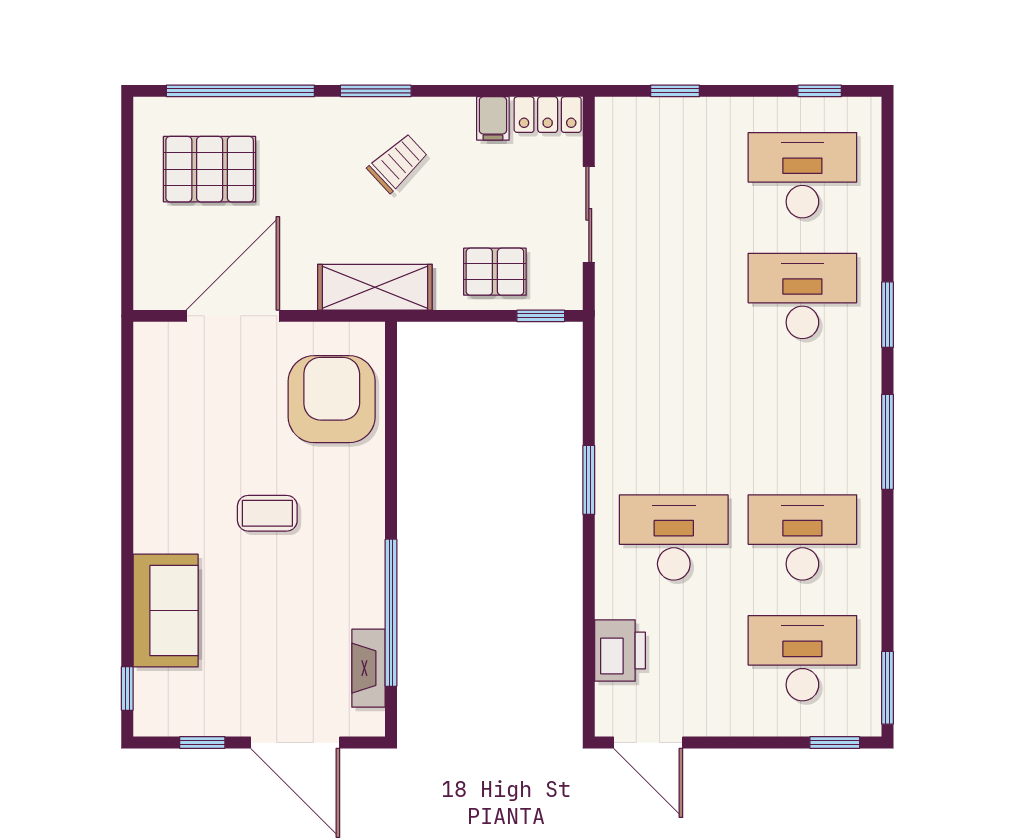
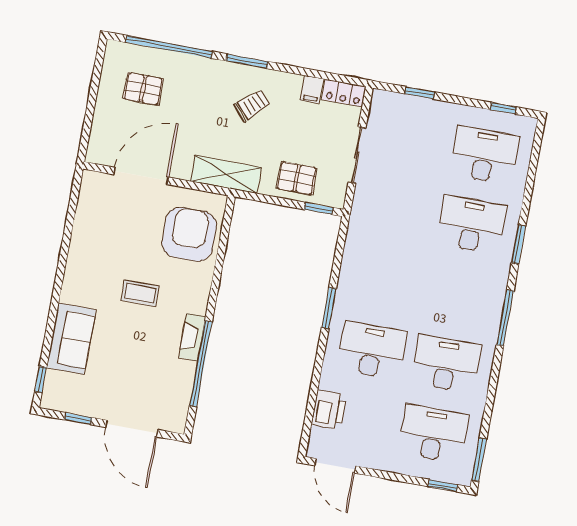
pallet: (210, 169) -> (143, 89), width x0.67, depth x0.71
fireplace: (368, 668) -> (192, 337), moved

